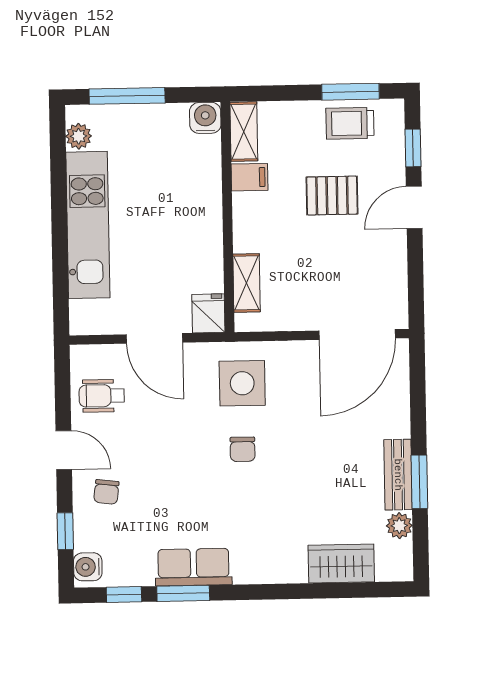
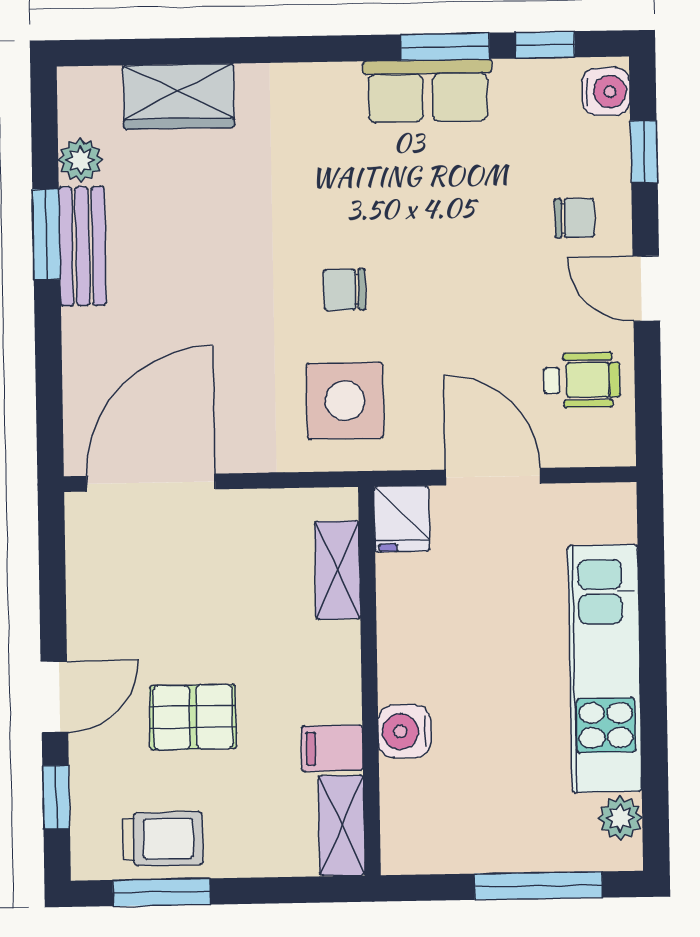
water cooler: (205, 118) -> (404, 731), moved, turned 90
chair: (243, 449) -> (345, 290), turned -90
chair: (106, 492) -> (574, 218), turned 83

